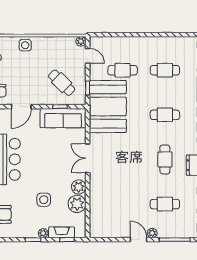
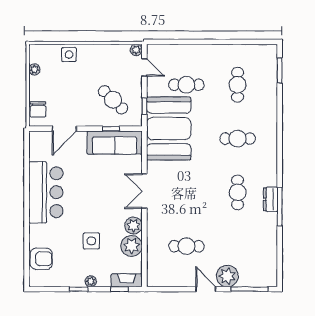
cafe table: (165, 70) -> (238, 85), turned 90
cafe table: (165, 204) -> (186, 246), moved
fireplace: (62, 232) -> (127, 280), moved
plant: (152, 233) -> (227, 276), width x1.88, depth x1.88

